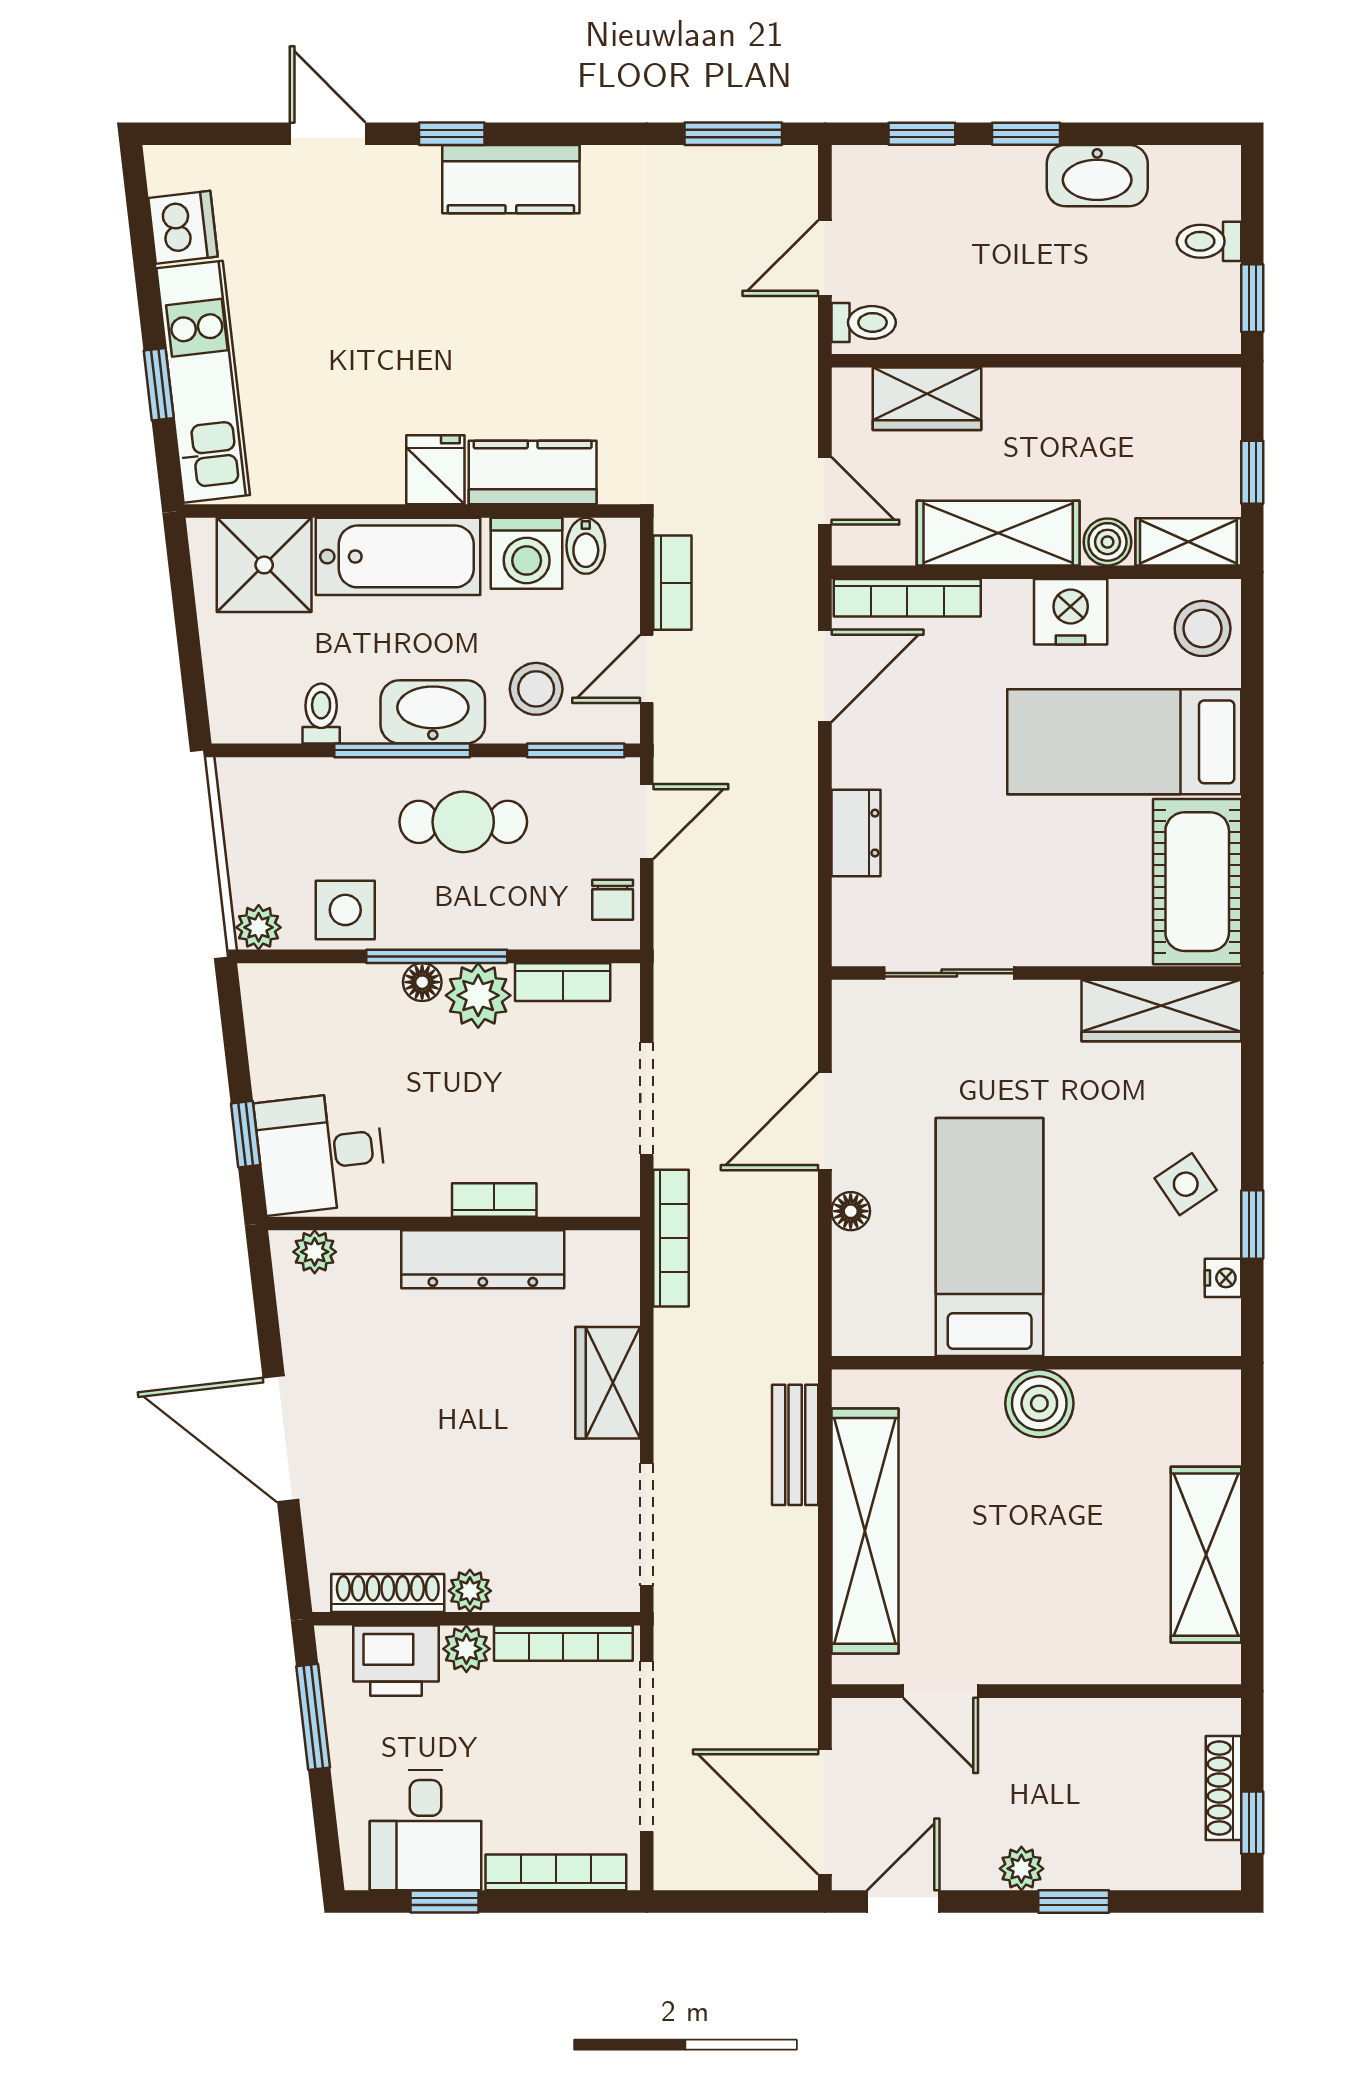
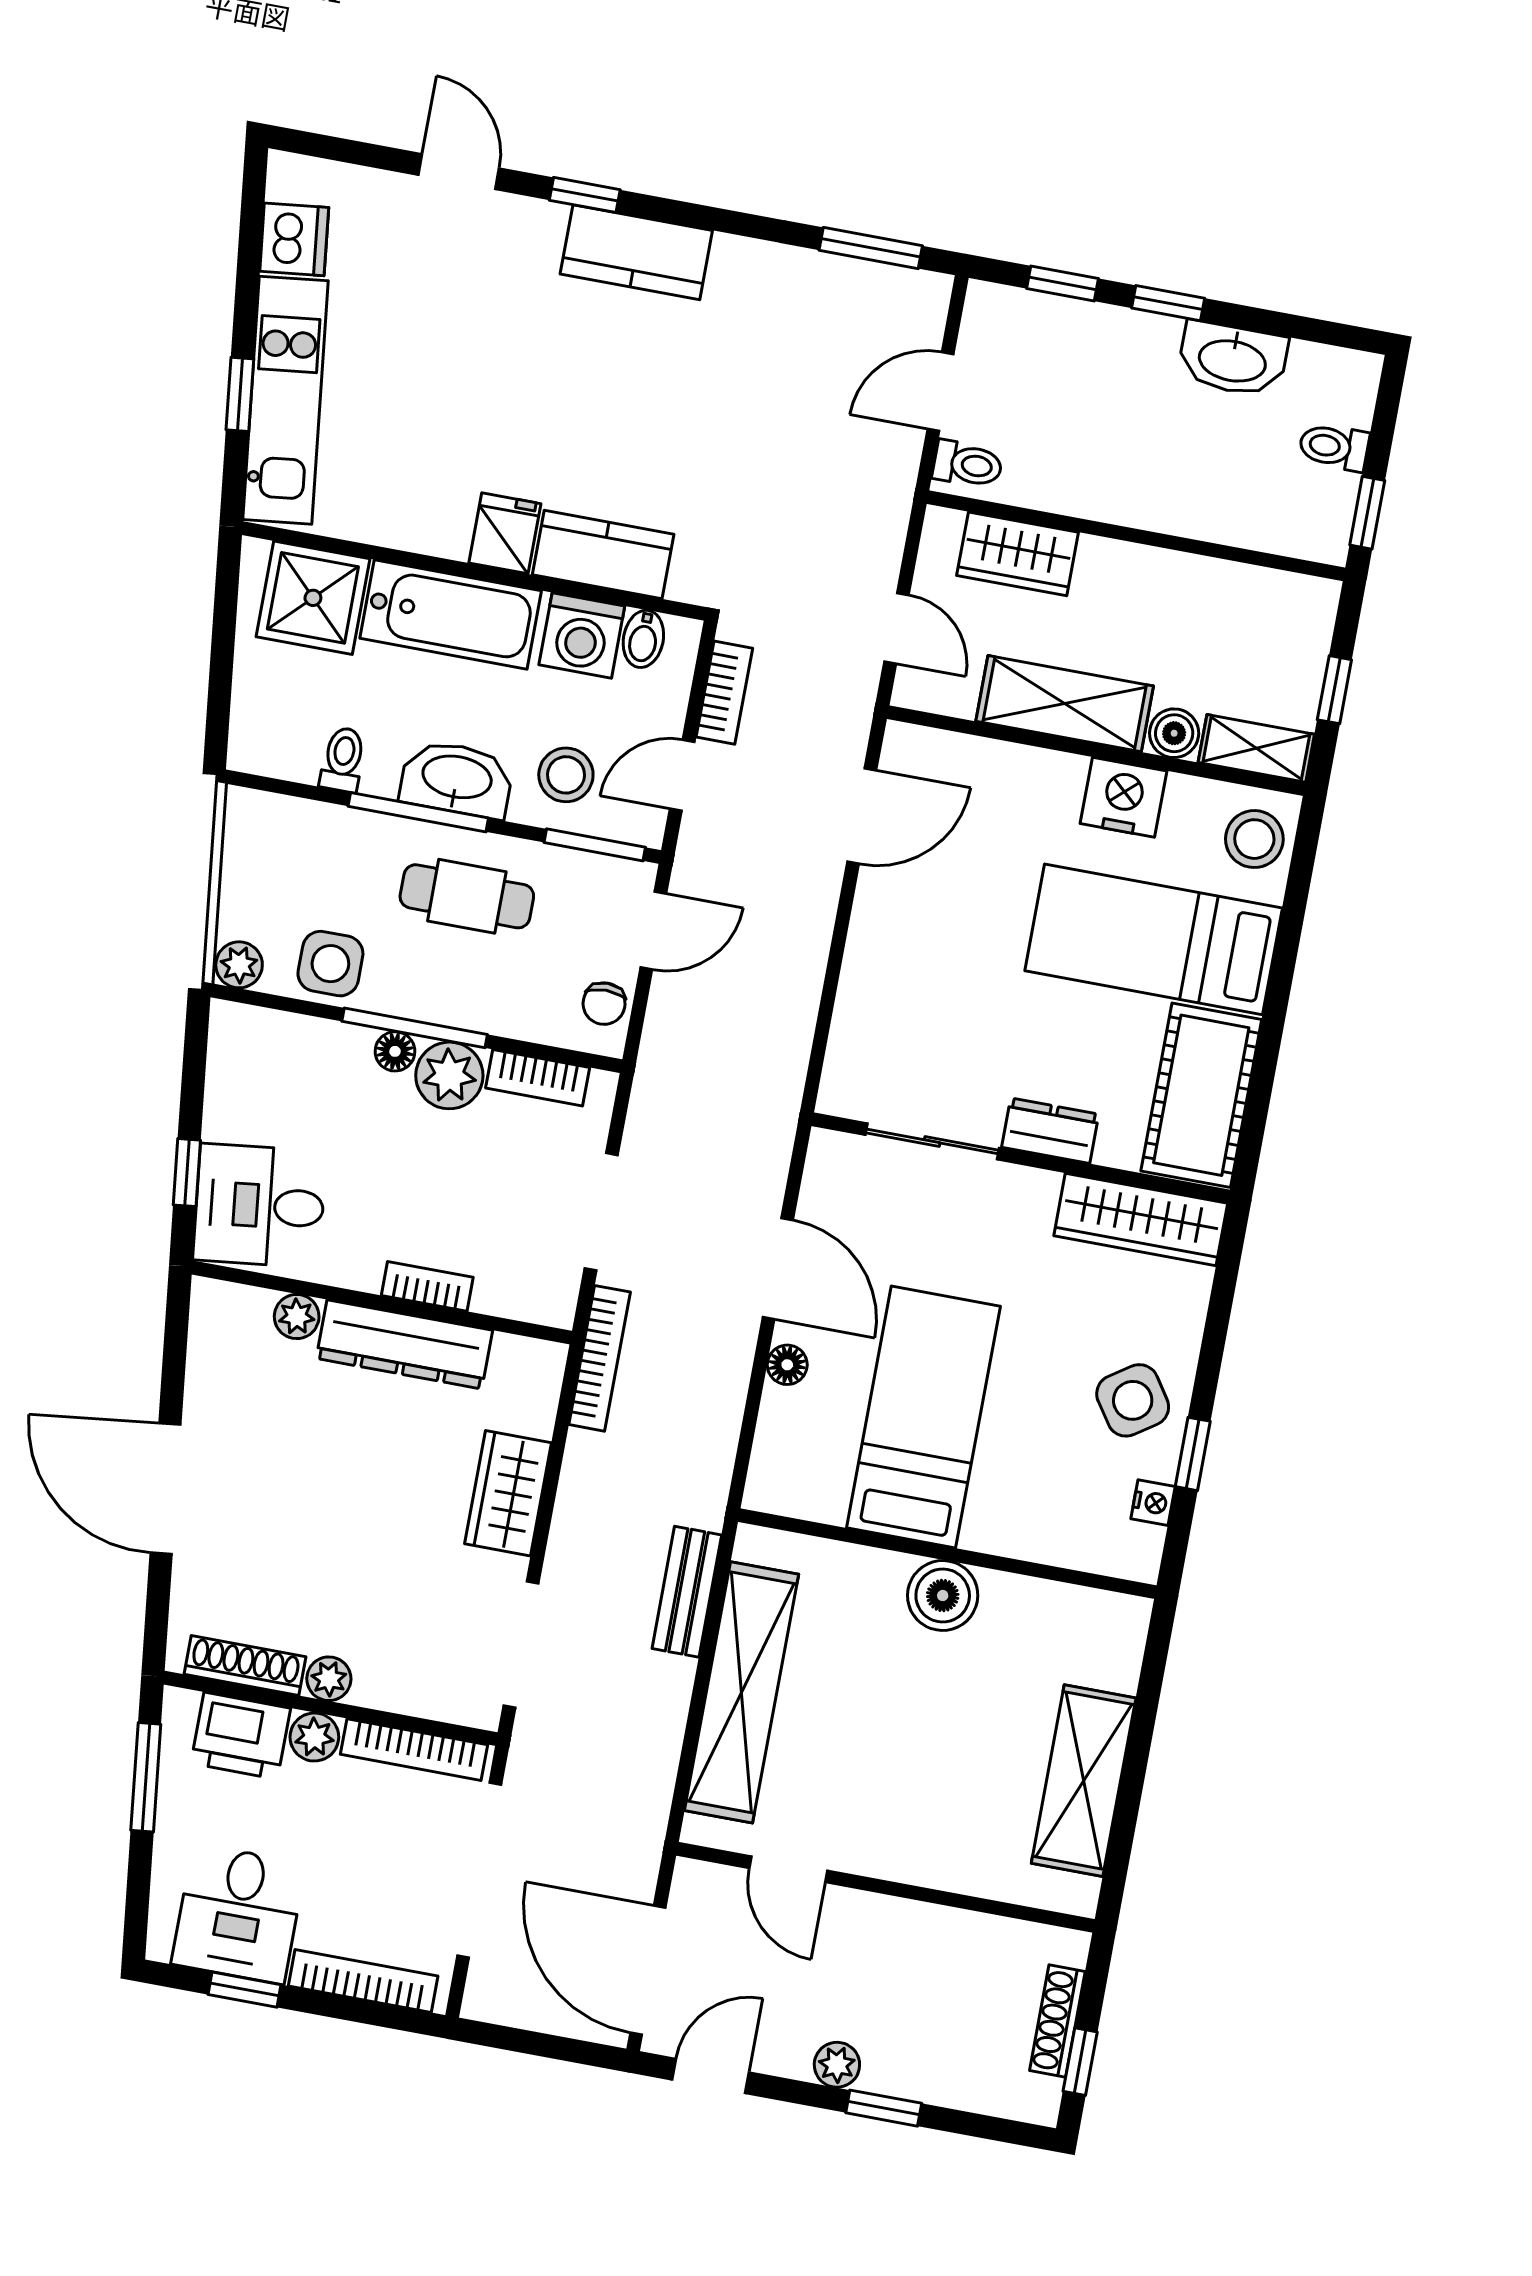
bookcase: (907, 598) -> (960, 752), removed
dresser: (856, 833) -> (1050, 1131), moved, turned -90
door: (825, 1121) -> (778, 1269), swing flipped
side table: (1186, 1184) -> (1133, 1400), width x1.37, depth x1.37
plant: (315, 1252) -> (297, 1316), moved

